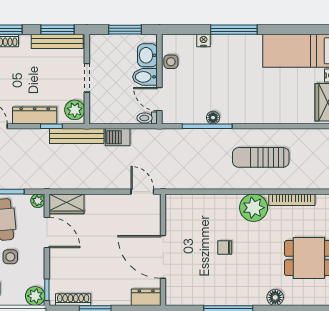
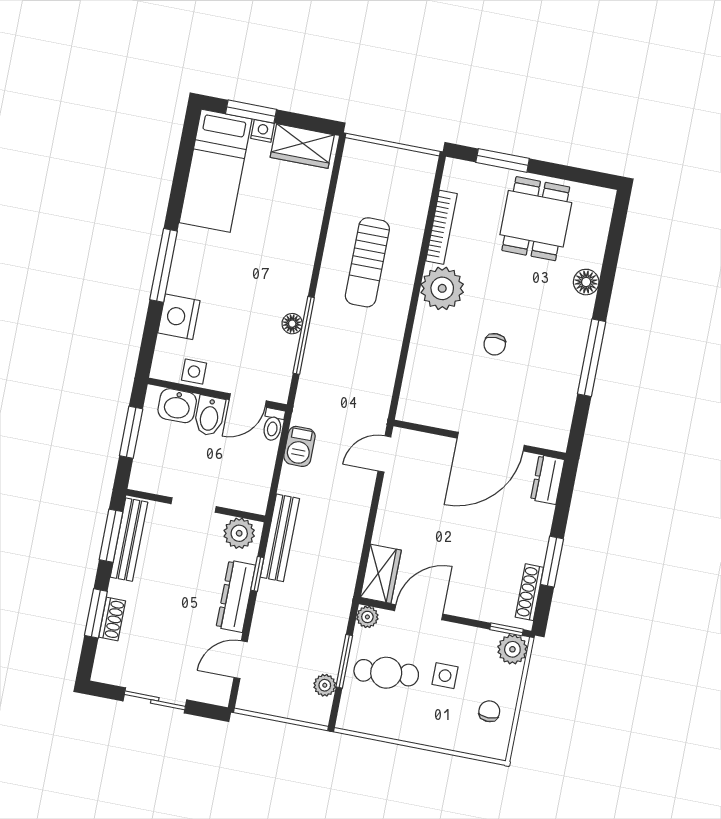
nightstand: (204, 40) -> (179, 317), width x1.89, depth x1.79
barbecue: (118, 137) -> (299, 446), moved

